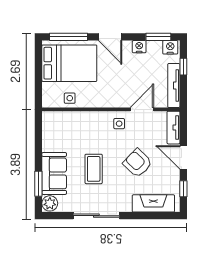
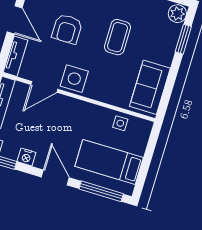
bed: (69, 63) -> (109, 162), width x0.67
side table: (119, 124) -> (74, 79), width x1.87, depth x1.87
armchair: (138, 163) -> (67, 29), turned 46
sofa: (54, 173) -> (150, 87), moved

